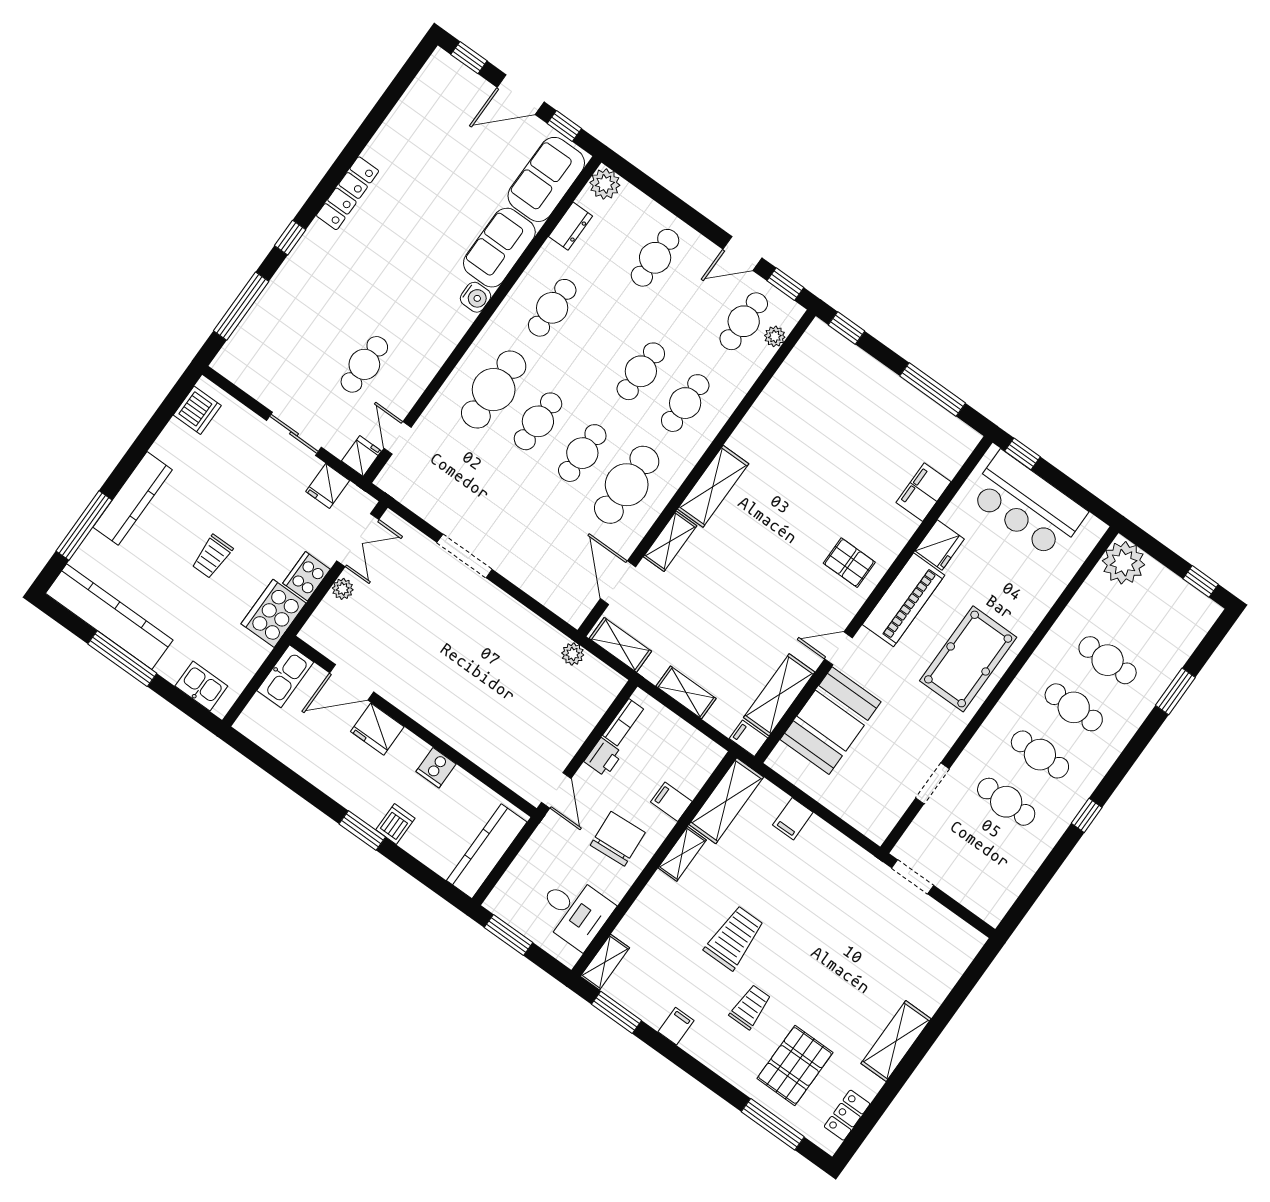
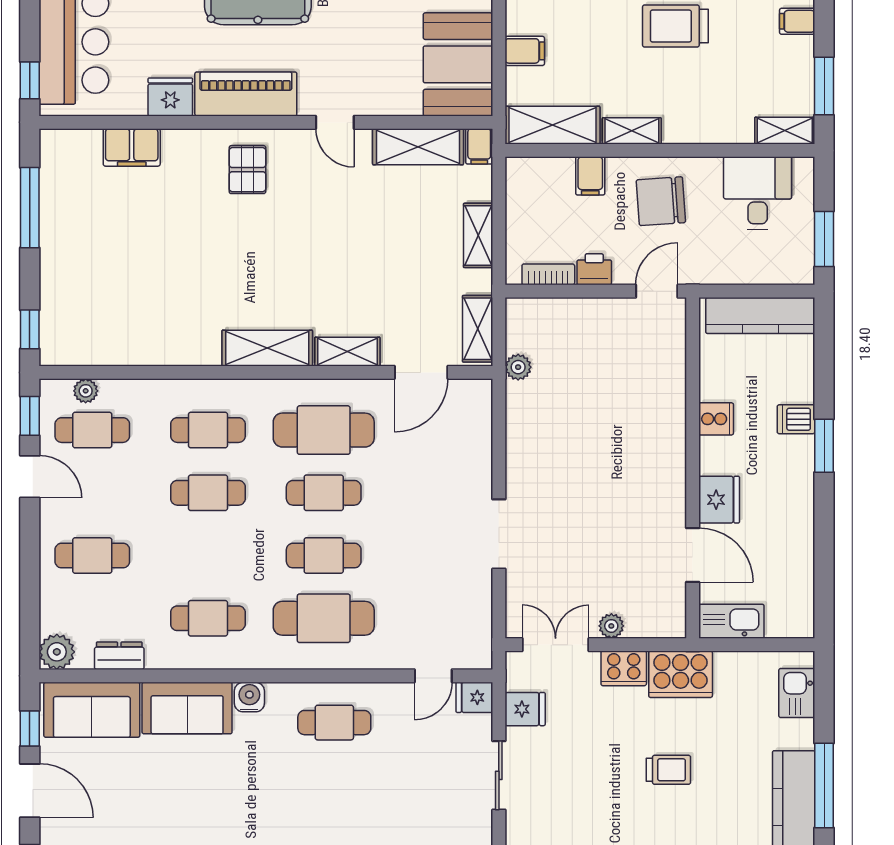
cafe table: (364, 364) -> (334, 723), moved
booth: (830, 721) -> (458, 64), moved, turned 90

